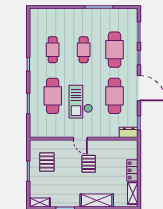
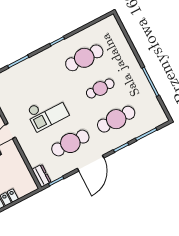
cafe table: (53, 50) -> (84, 58), width x1.37, depth x1.35
cafe table: (53, 96) -> (38, 82), removed
checkout: (81, 102) -> (47, 113), turned 180

